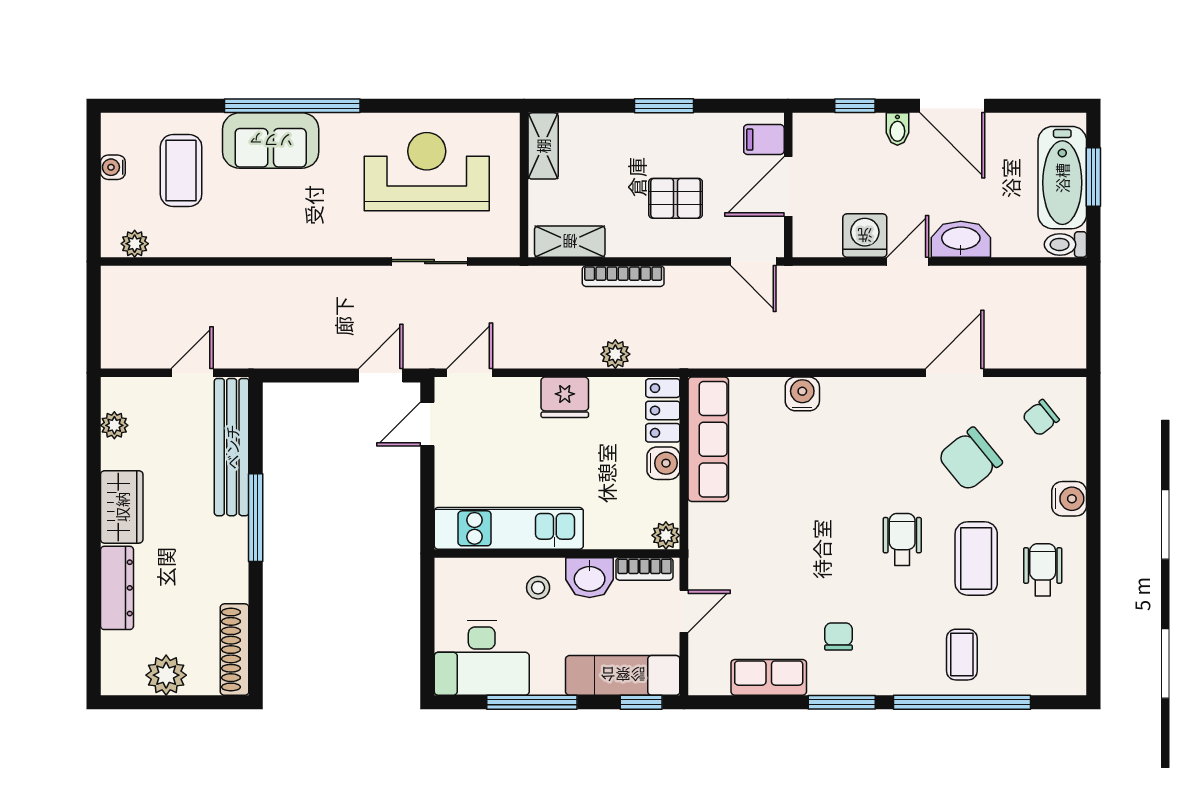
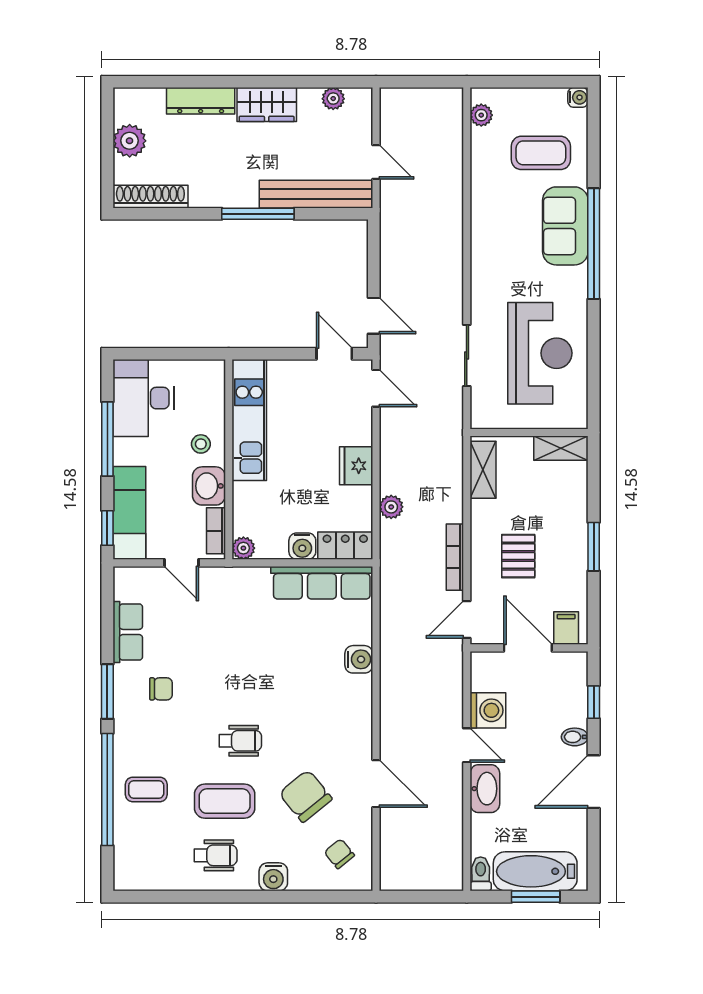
water cooler: (113, 167) -> (578, 97), moved, turned 90
bookcase: (623, 276) -> (455, 557), moved

